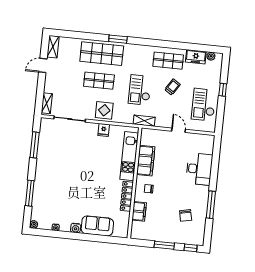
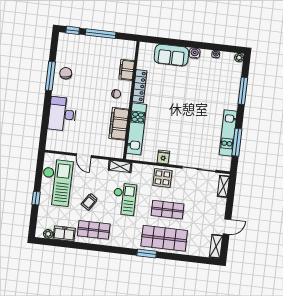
checkout: (204, 105) -> (57, 182), width x1.36, depth x1.21
kitchen unit: (43, 153) -> (228, 133), added
chair: (186, 215) -> (66, 73), moved
window: (164, 245) -> (101, 34), width x1.44

